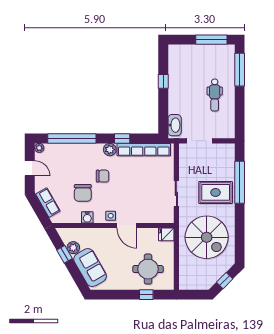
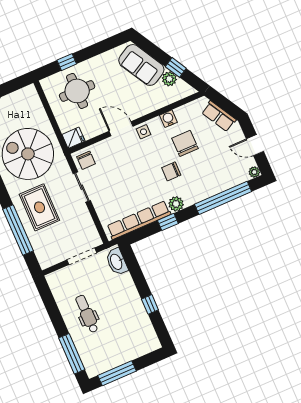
rug: (216, 192) -> (39, 207), turned 90
chair: (164, 213) -> (86, 160), added

